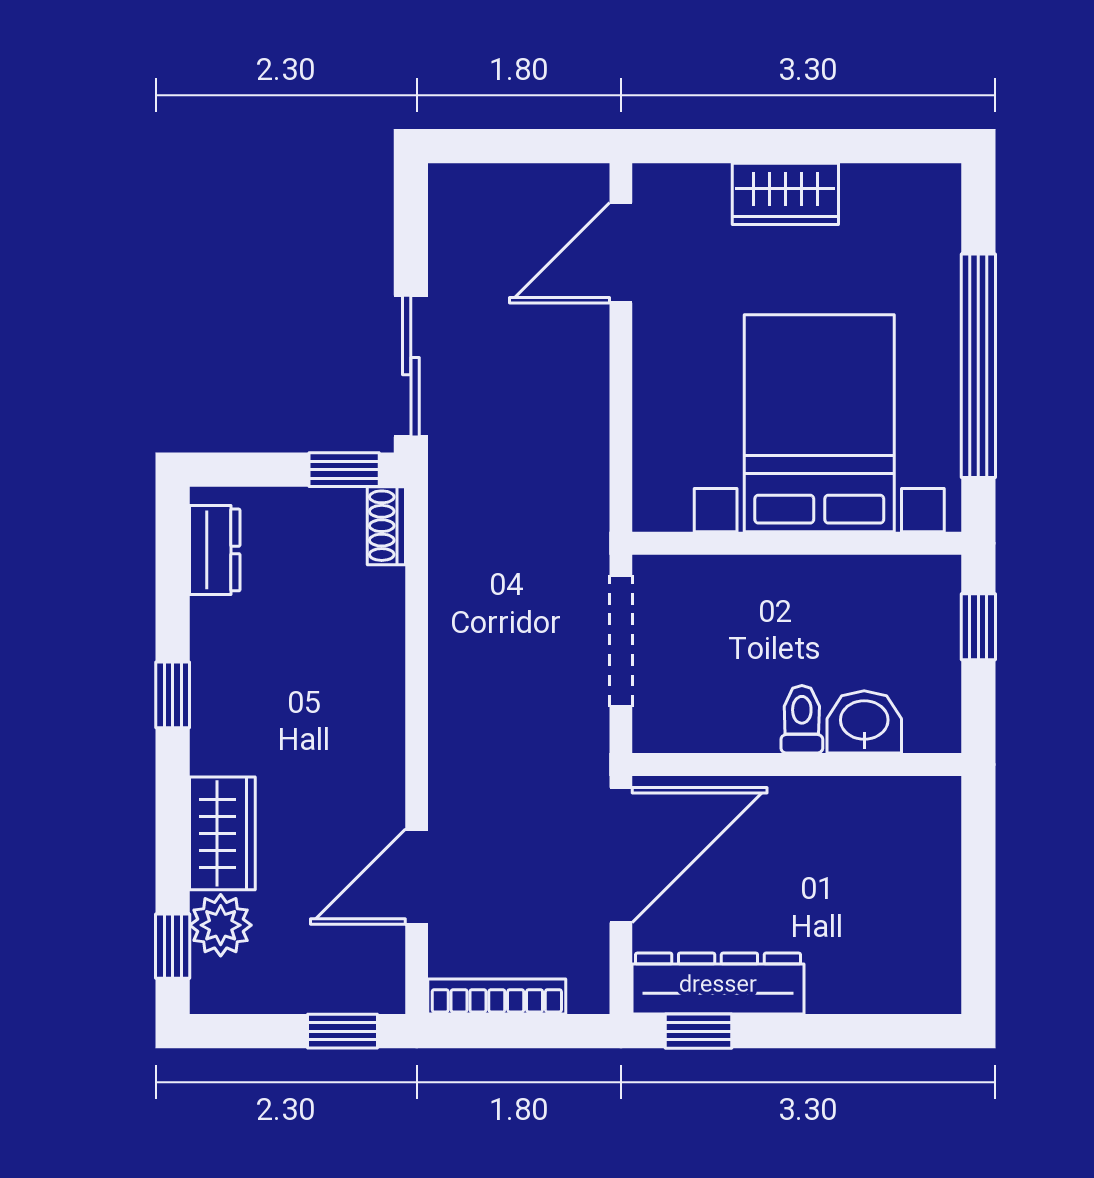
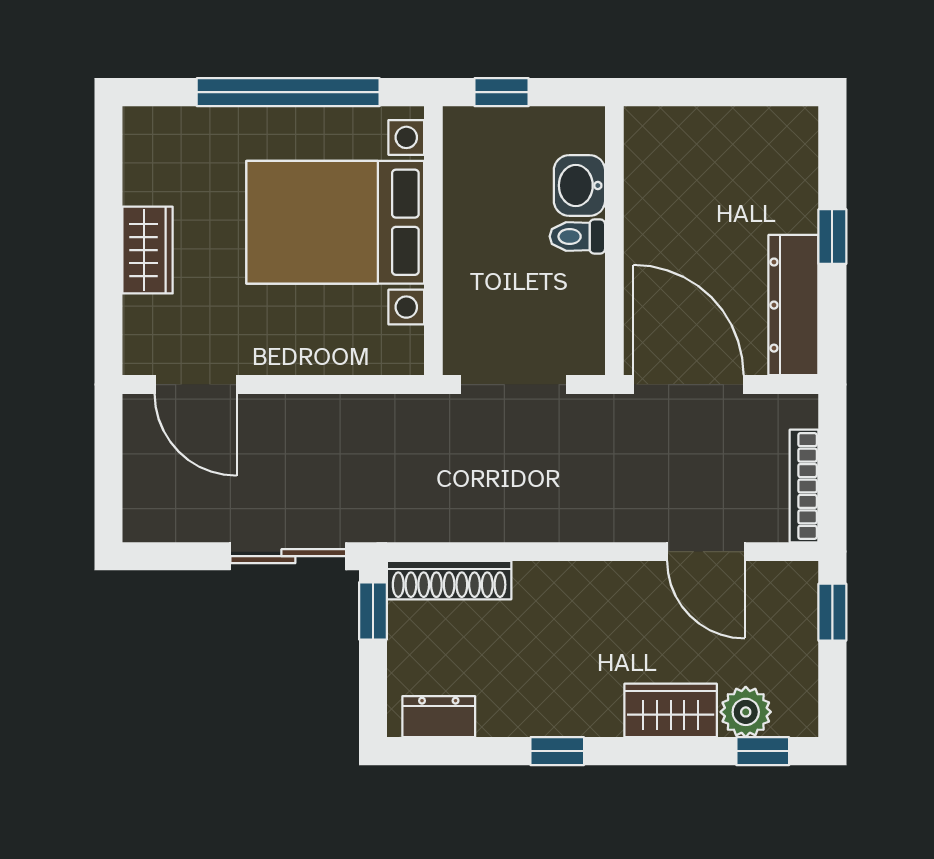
shoe rack: (386, 526) -> (449, 580), width x1.94, depth x1.24
window: (699, 1031) -> (832, 237), moved

